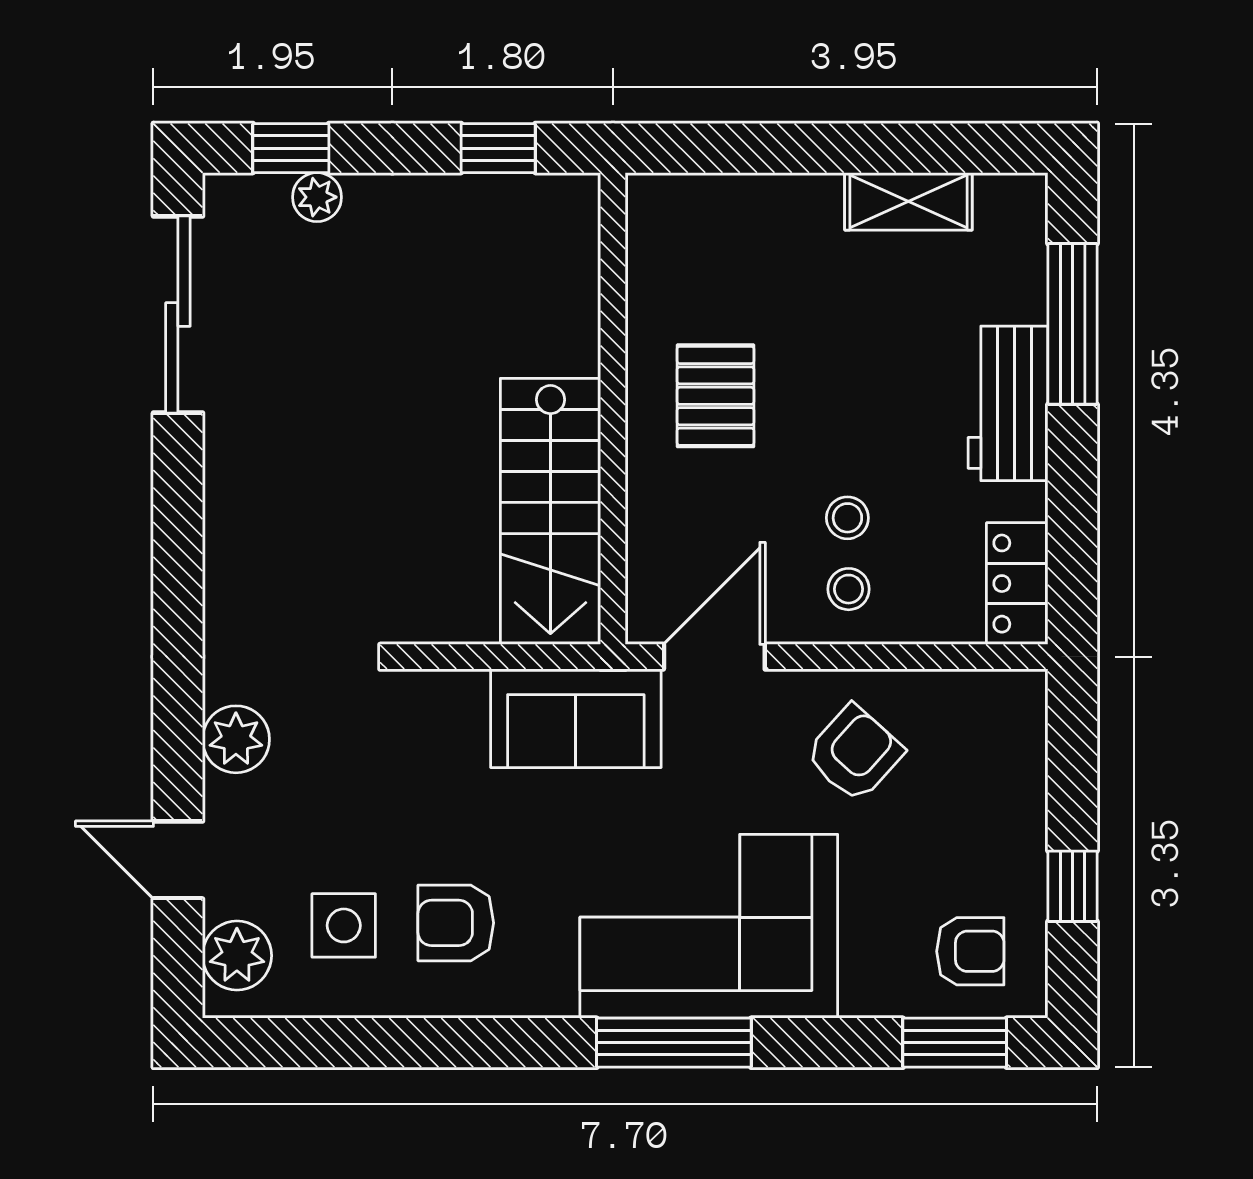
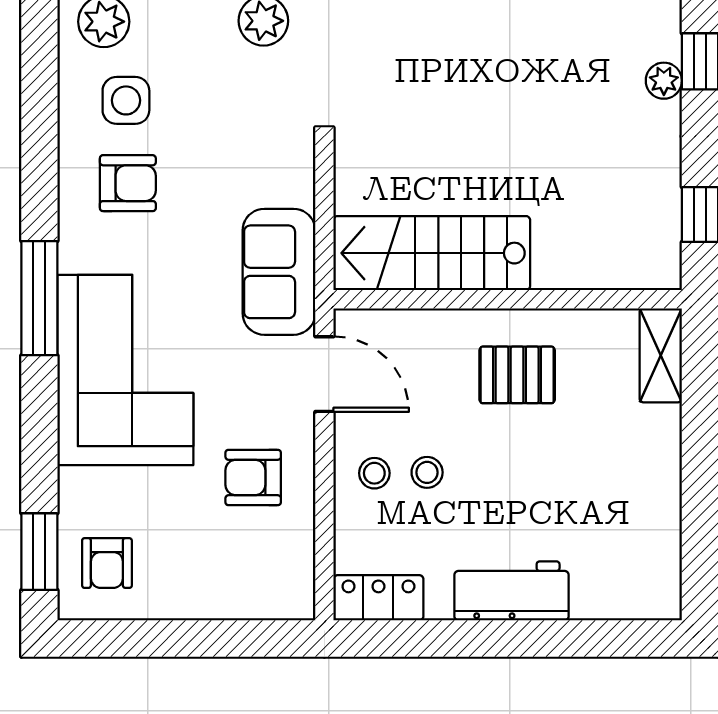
shelving: (908, 201) -> (661, 355), moved
window: (1072, 324) -> (570, 639), removed
armchair: (854, 753) -> (253, 478), turned 138
window: (1072, 886) -> (155, 639), removed
armchair: (456, 923) -> (128, 183), turned 90
window: (674, 1043) -> (39, 298), moved

